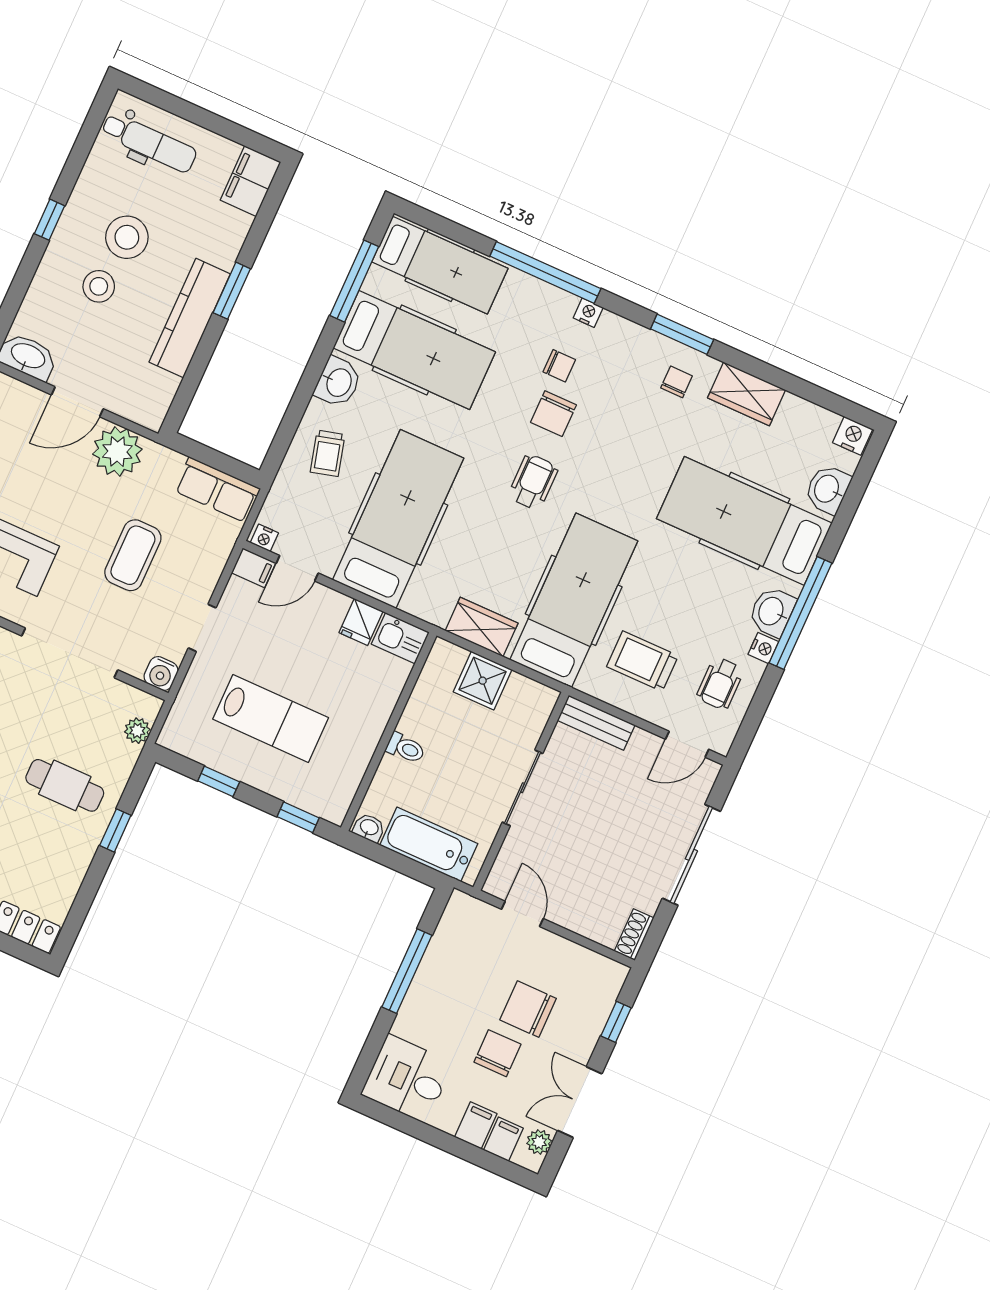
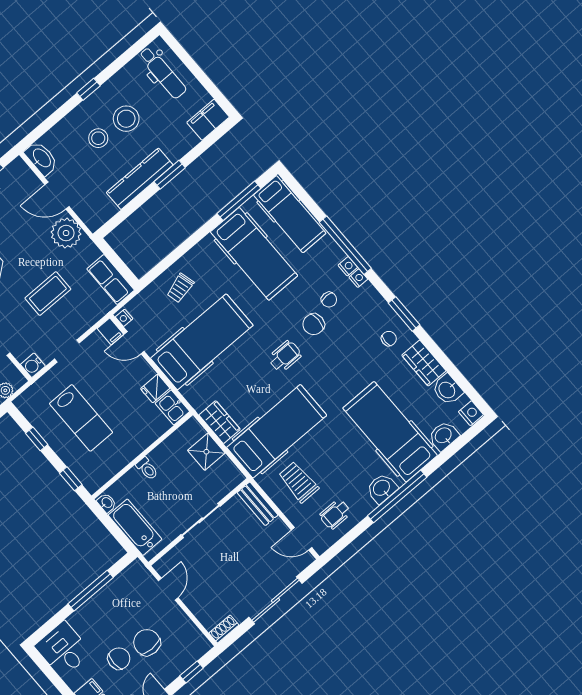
washbasin: (338, 382) -> (447, 390), moved, turned 90
nightstand: (763, 648) -> (348, 266), moved, turned -90

